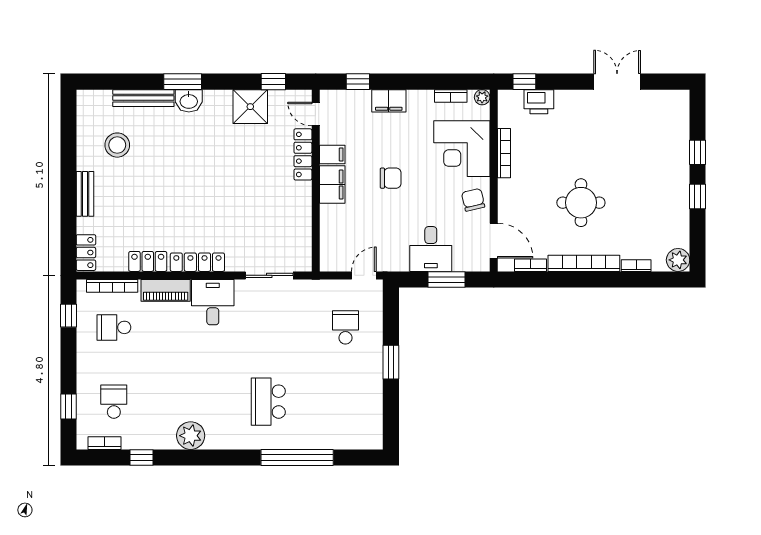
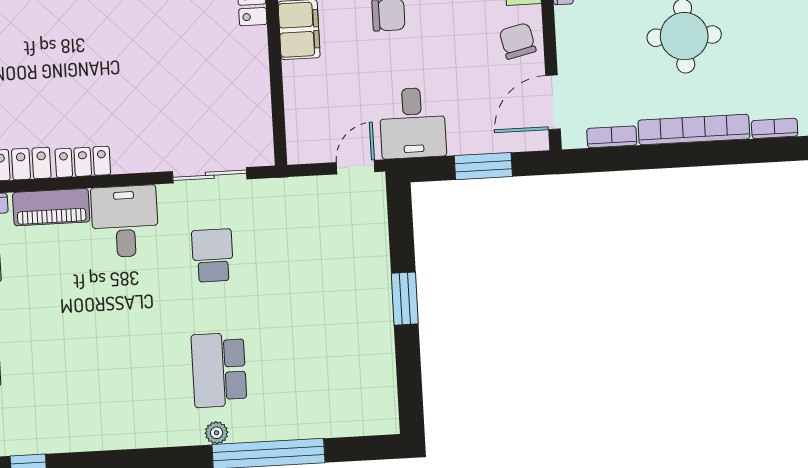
door: (494, 241) -> (553, 102), swing flipped
desk: (431, 249) -> (413, 123), moved
locker: (197, 262) -> (83, 162), width x0.66
school desk: (345, 327) -> (213, 255), moved
plant: (191, 436) -> (217, 433), moved, width x0.53, depth x0.53

